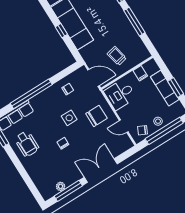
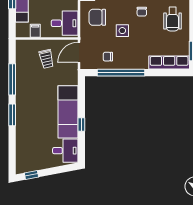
window: (61, 31) -> (81, 125), moved
door: (93, 78) -> (79, 52), hinge flipped
window: (31, 94) -> (121, 73), moved
wheelchair: (27, 144) -> (173, 19), moved, turned 180

